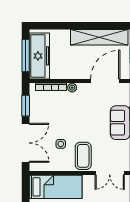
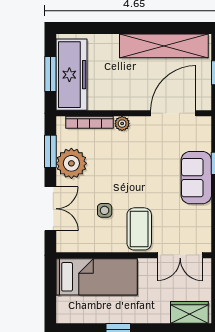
window: (26, 56) -> (50, 74), width x0.69
plant: (39, 113) -> (71, 163), added
double door: (26, 143) -> (50, 209), width x0.73

